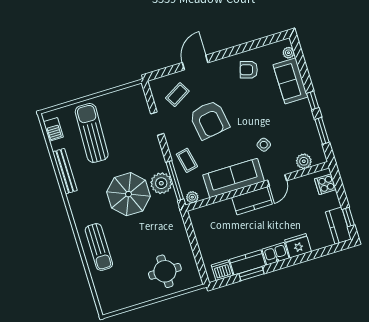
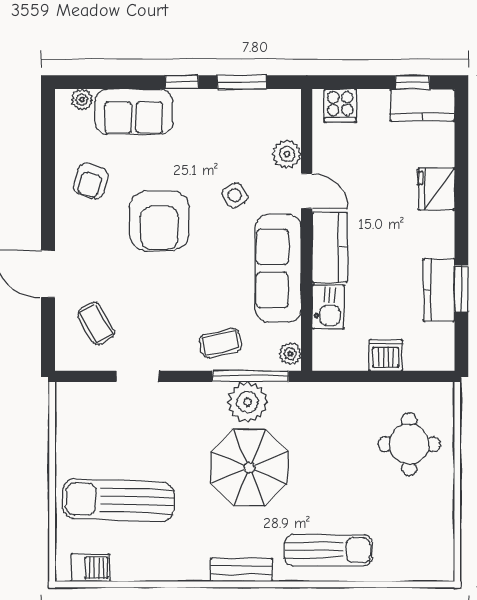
armchair: (209, 120) -> (159, 221), moved, turned 99
plant: (304, 161) -> (287, 154), moved
bench: (65, 171) -> (241, 570), moved, width x0.73
kitchen sink: (275, 254) -> (328, 307), moved, turned 180
dishwasher: (222, 270) -> (386, 355), moved, turned 90

